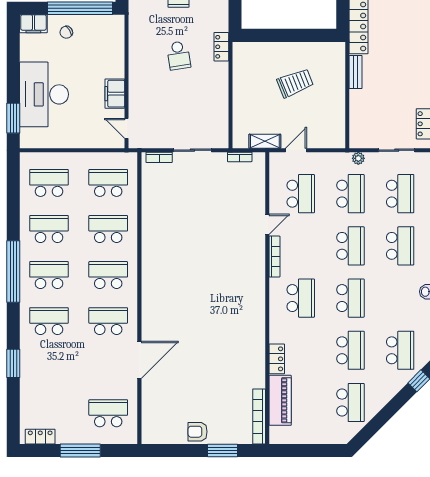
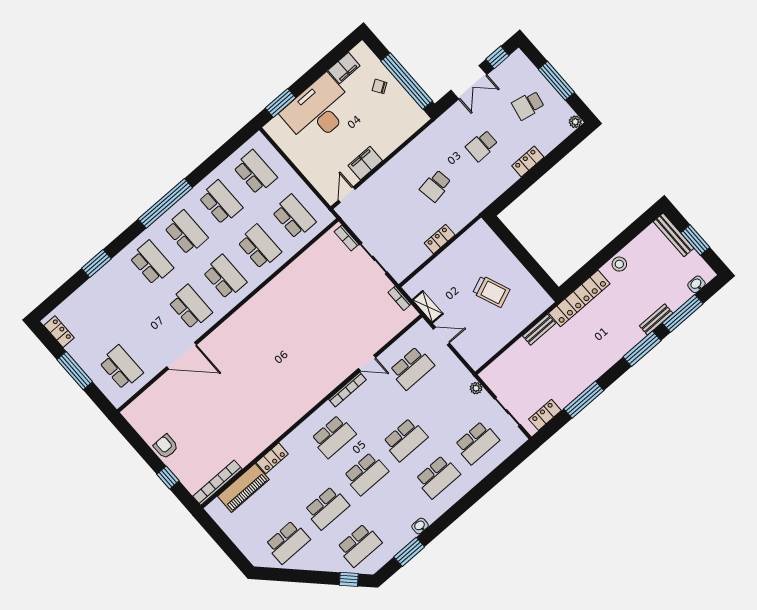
filing cabinet: (33, 24) -> (344, 68), moved, turned -90
locker: (221, 47) -> (440, 239), moved
school desk: (350, 194) -> (444, 405), removed
window: (222, 450) -> (168, 477), width x0.67

